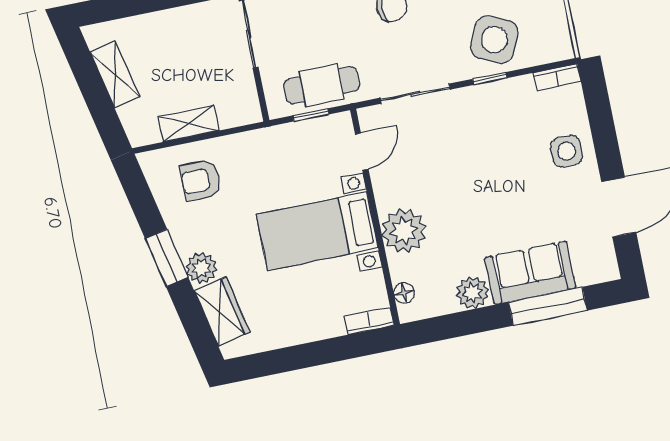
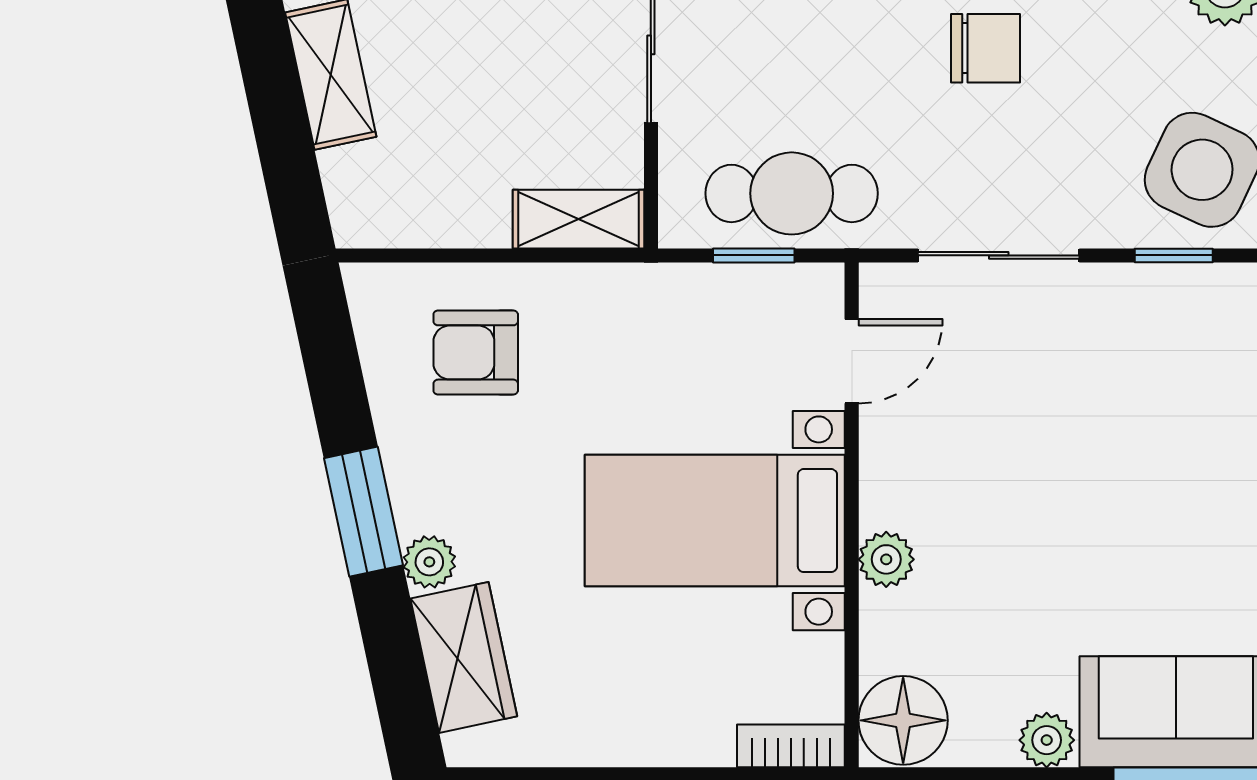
shelving: (189, 124) -> (578, 219), moved
plant: (404, 231) -> (886, 559), width x0.53, depth x0.53
plant: (201, 268) -> (429, 562), width x0.73, depth x0.73
floor lamp: (404, 293) -> (903, 720), width x1.89, depth x1.89
plant: (472, 293) -> (1047, 740), width x0.73, depth x0.73

